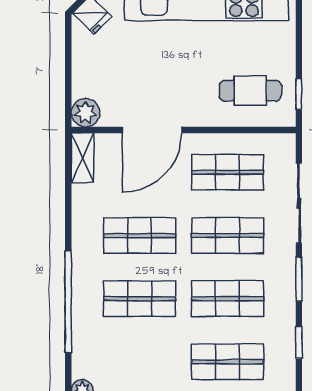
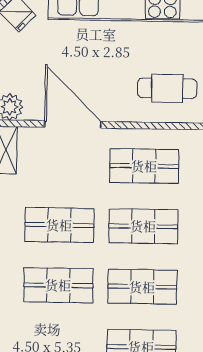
door: (152, 130) -> (73, 124), swing flipped

